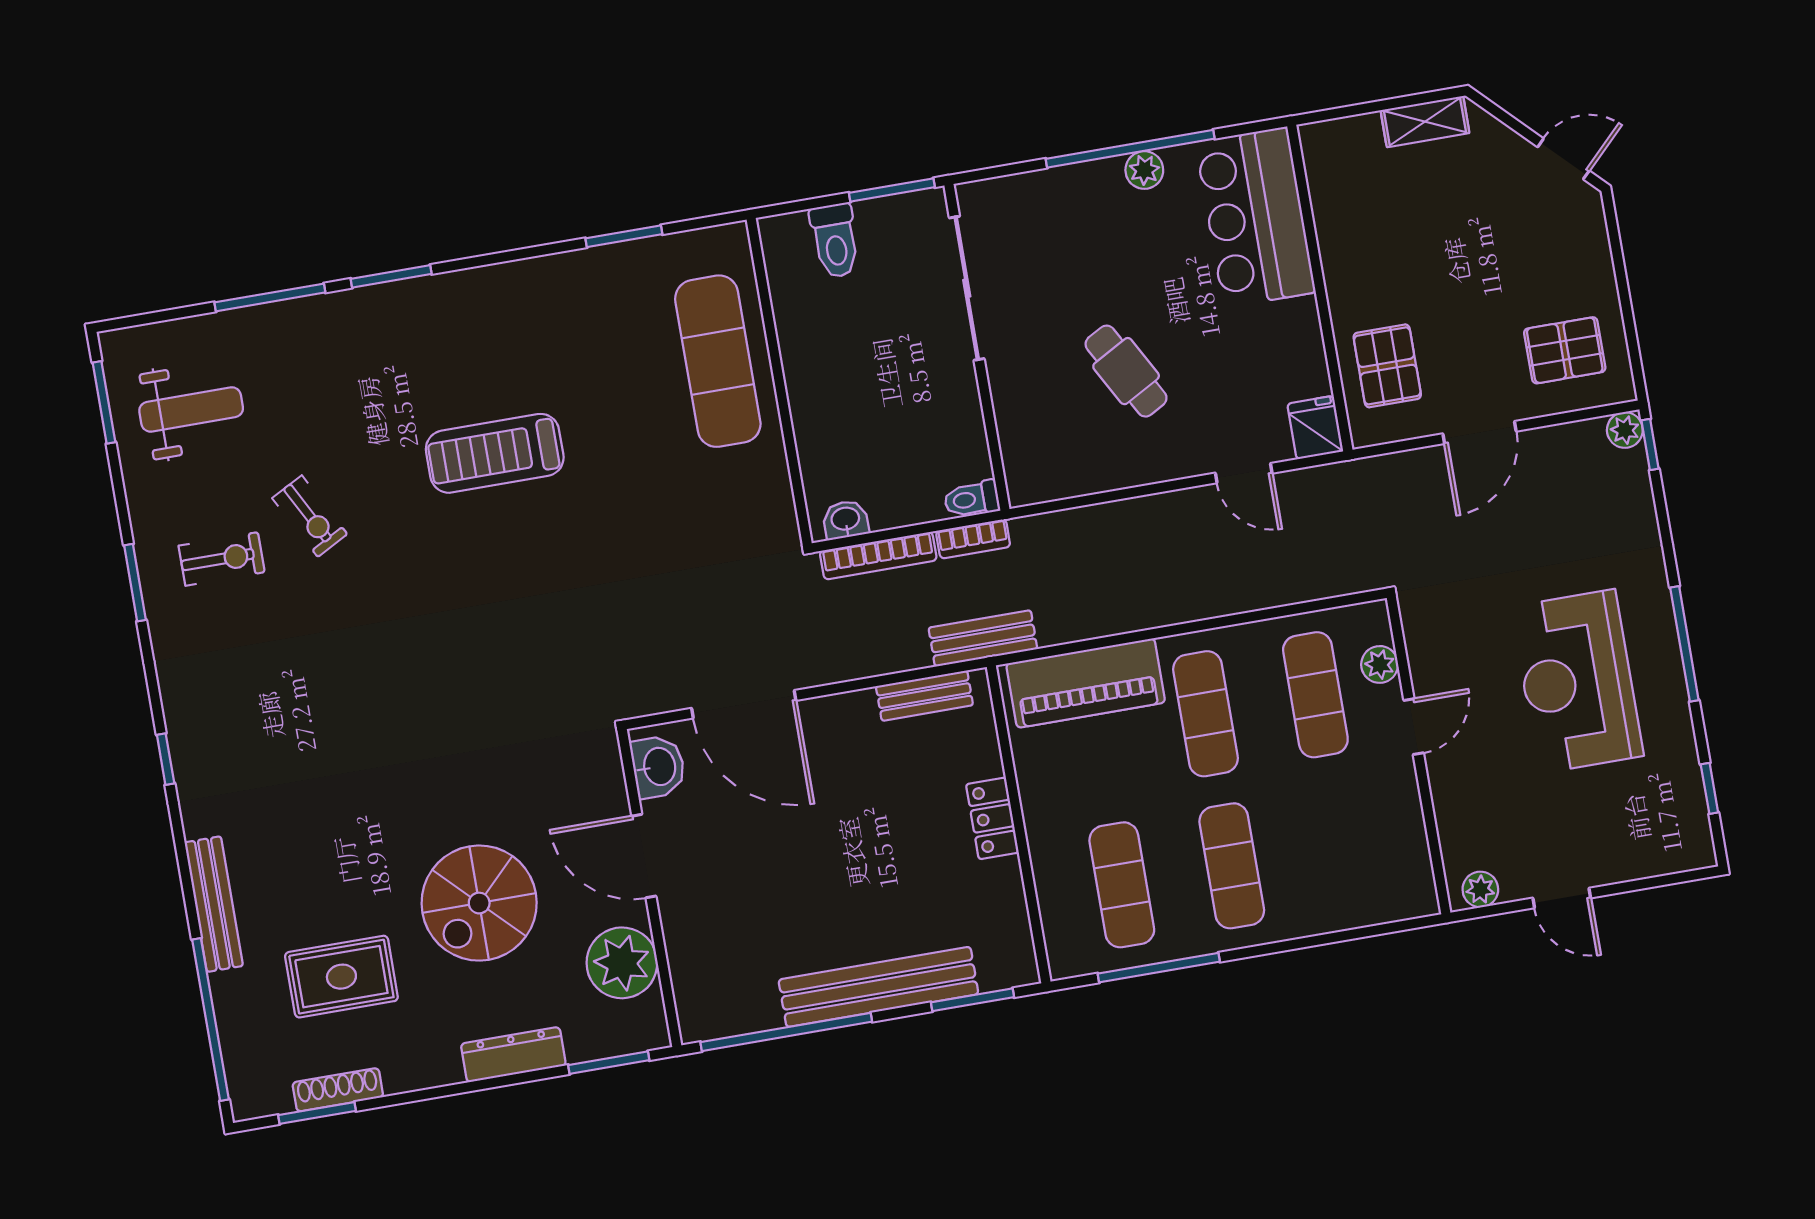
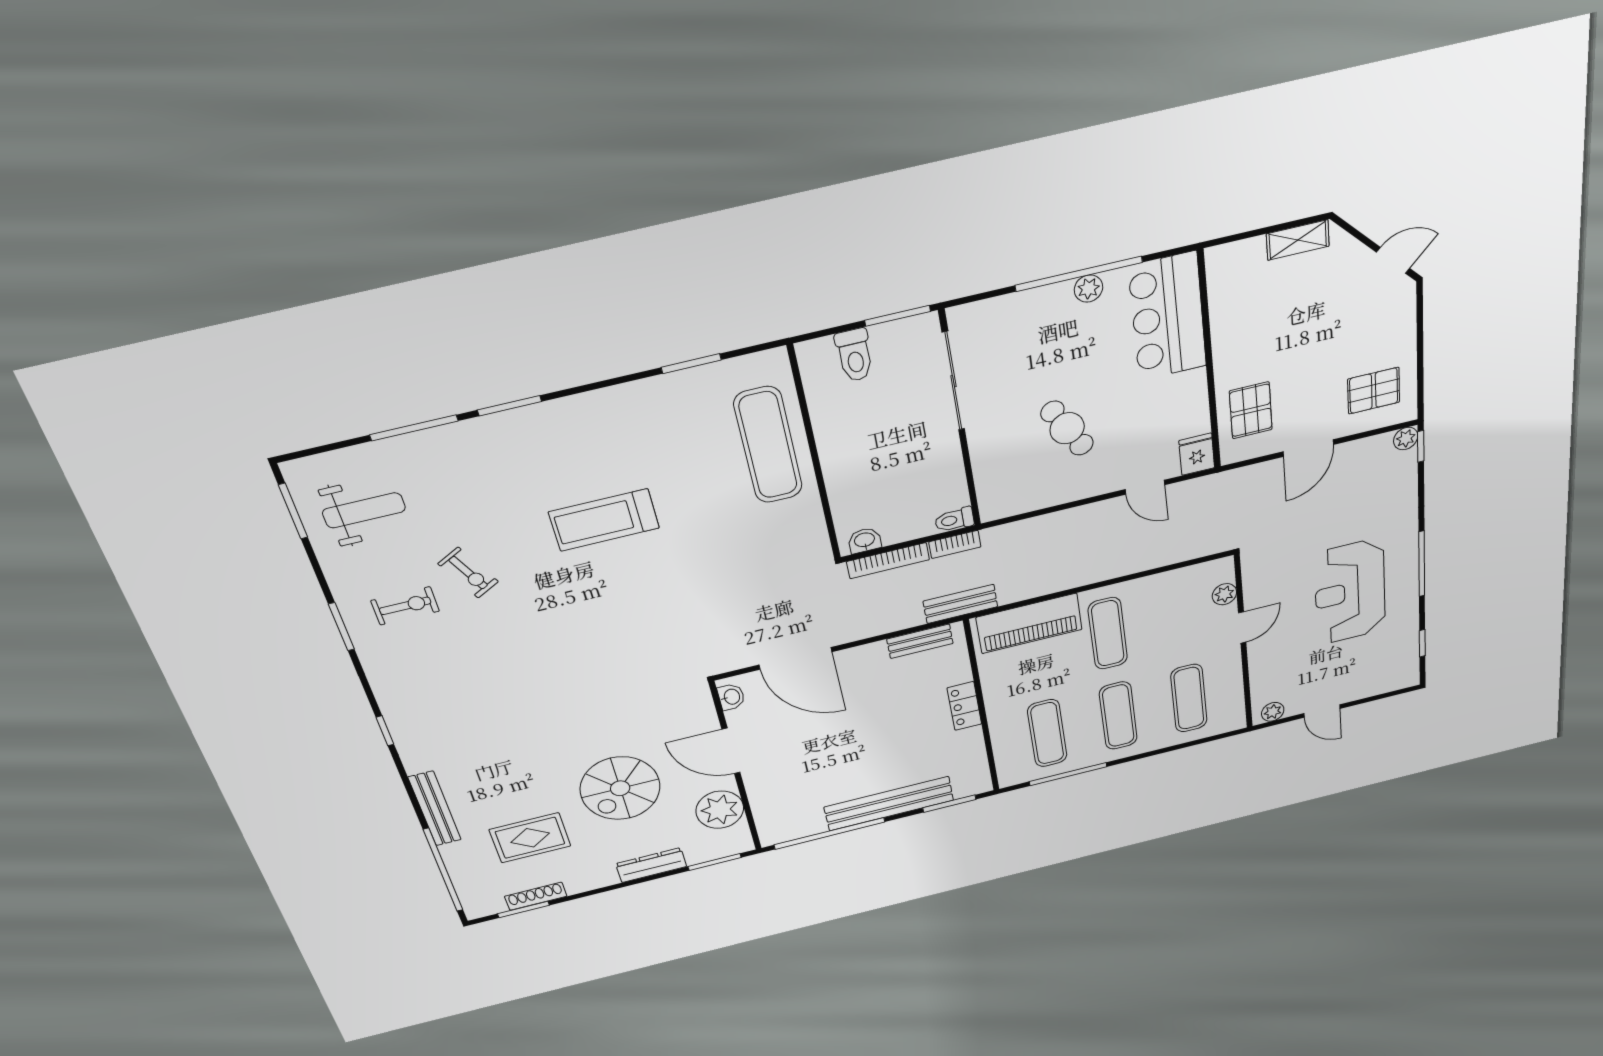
exercise mat: (1315, 695) -> (1189, 698), moved
washbasin: (658, 767) -> (731, 697), width x0.72, depth x0.69

